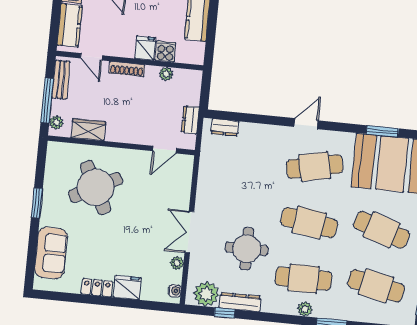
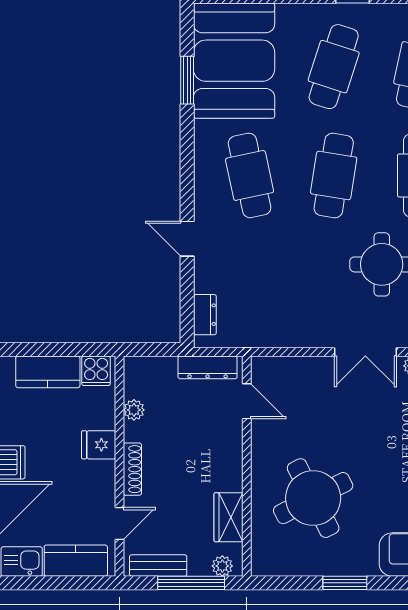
cooker: (165, 52) -> (96, 371), moved, turned -90
dresser: (190, 120) -> (208, 367), width x1.44
door: (306, 124) -> (187, 239), moved

